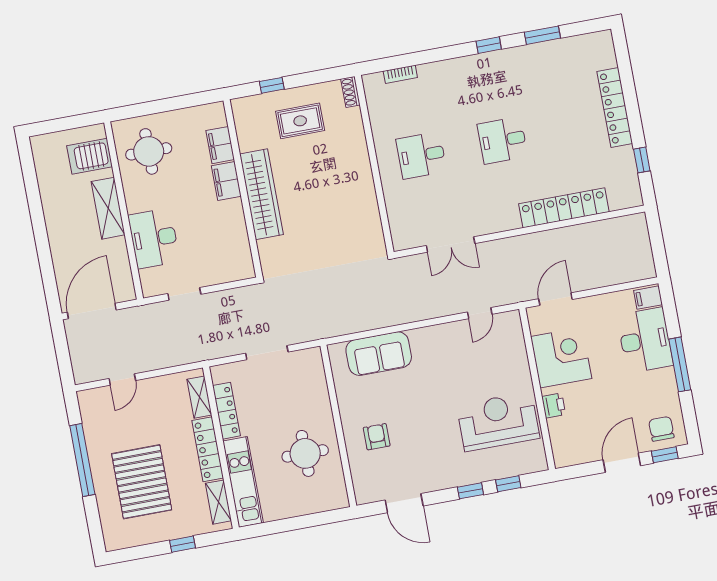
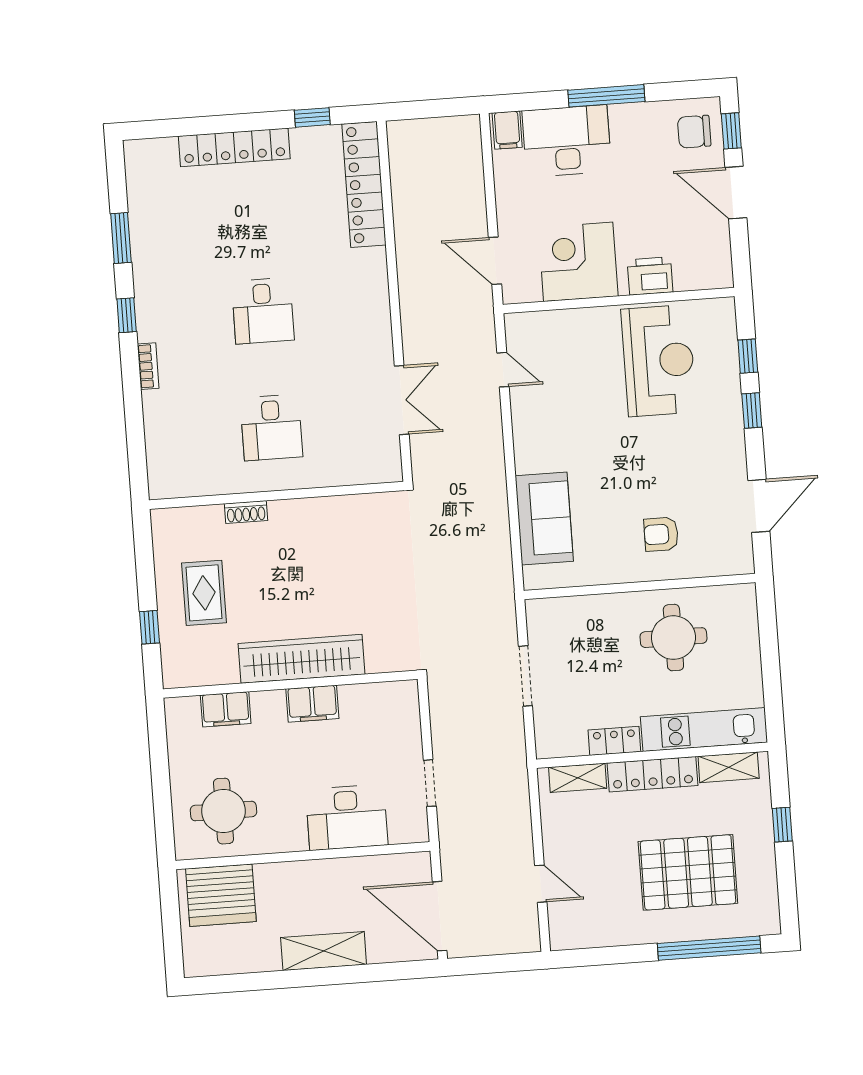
bookcase: (400, 74) -> (148, 366), moved
shoe rack: (350, 92) -> (246, 512), moved
server rack: (90, 156) -> (221, 895), width x1.60
filing cabinet: (226, 181) -> (312, 704), moved
shelving: (108, 208) -> (324, 951), moved
locker: (564, 208) -> (364, 184), moved
printer: (554, 405) -> (650, 276), width x1.36, depth x1.24
locker: (226, 411) -> (614, 741), width x0.66
reception desk: (498, 422) -> (659, 361), turned 180
window: (82, 460) -> (709, 948), moved

